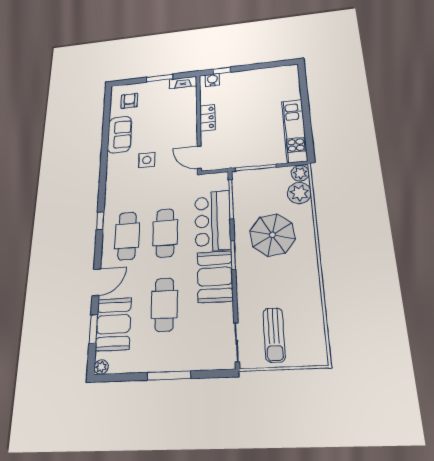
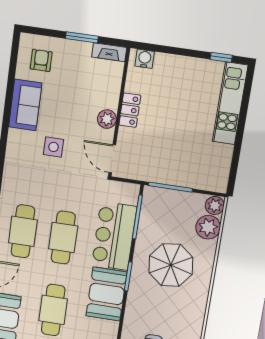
window: (222, 71) -> (221, 57), moved
plant: (189, 129) -> (107, 119), added
kitchen unit: (295, 131) -> (230, 103), moved

